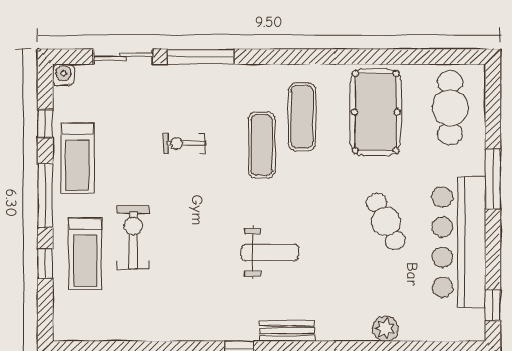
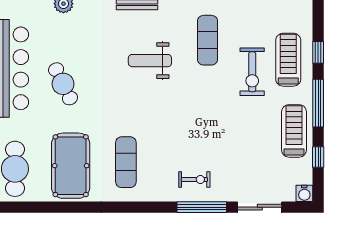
exercise bike: (184, 144) -> (194, 179), moved
exercise mat: (262, 145) -> (207, 40), moved

